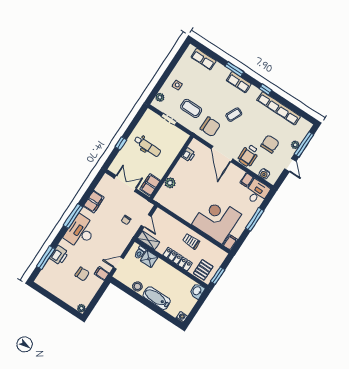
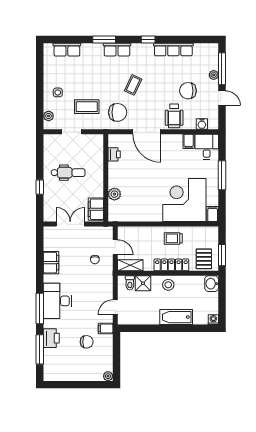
row of seats: (279, 108) -> (173, 49), width x0.73
chair: (270, 144) -> (188, 91), turned -90
window: (73, 216) -> (40, 309), moved
stool: (137, 286) -> (168, 285), moved

